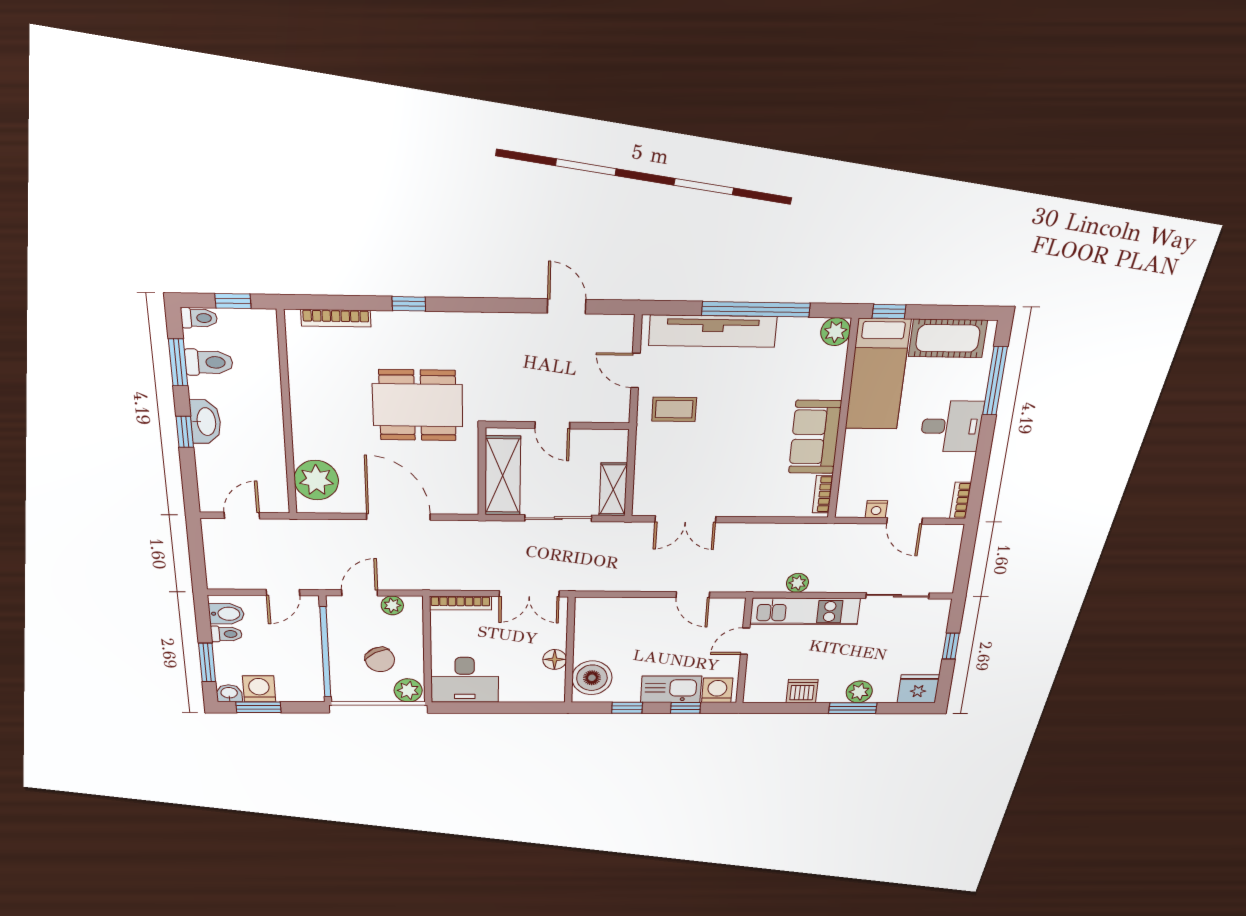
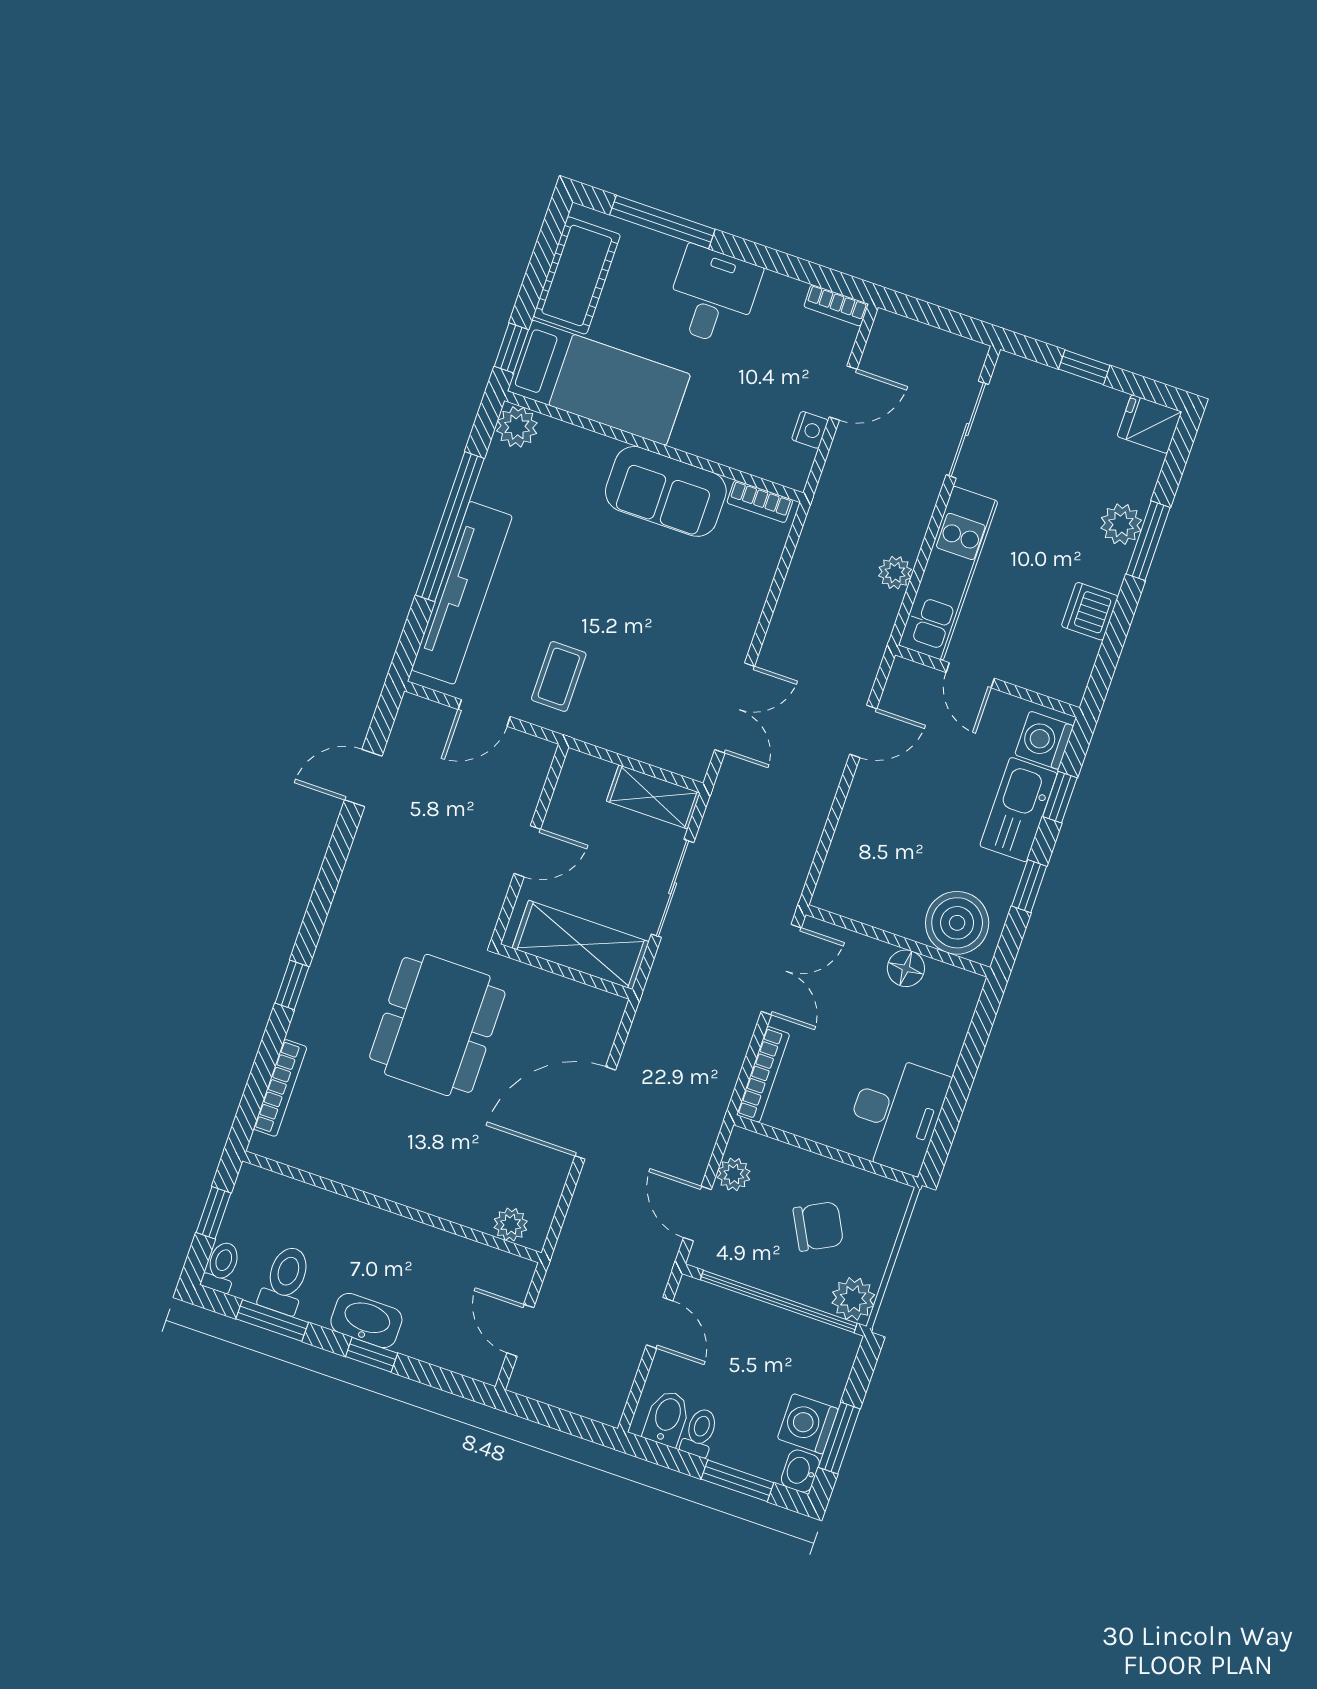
plant: (316, 480) -> (511, 1224), width x0.53, depth x0.53
fridge: (918, 689) -> (1149, 424), width x0.72
plant: (408, 690) -> (853, 1299), moved

